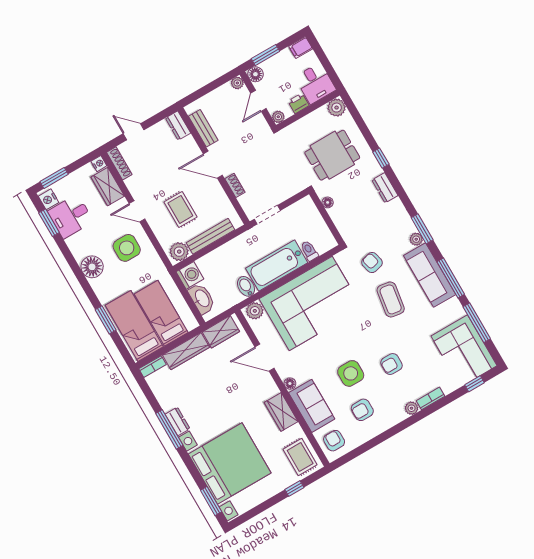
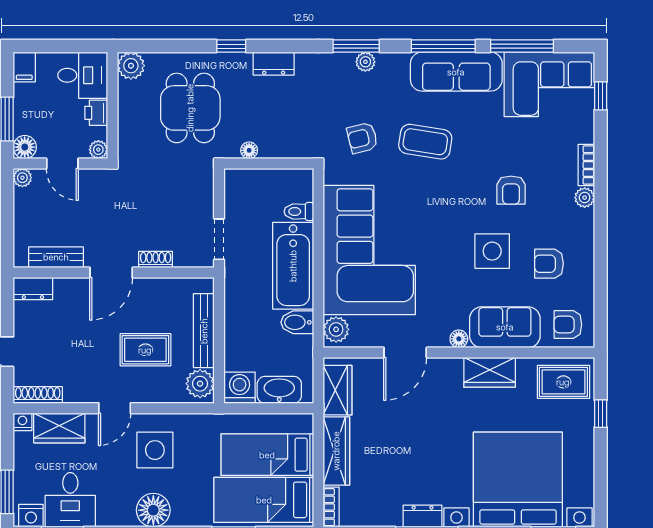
sofa: (430, 275) -> (456, 72), moved
armchair: (362, 410) -> (549, 264), turned 90

